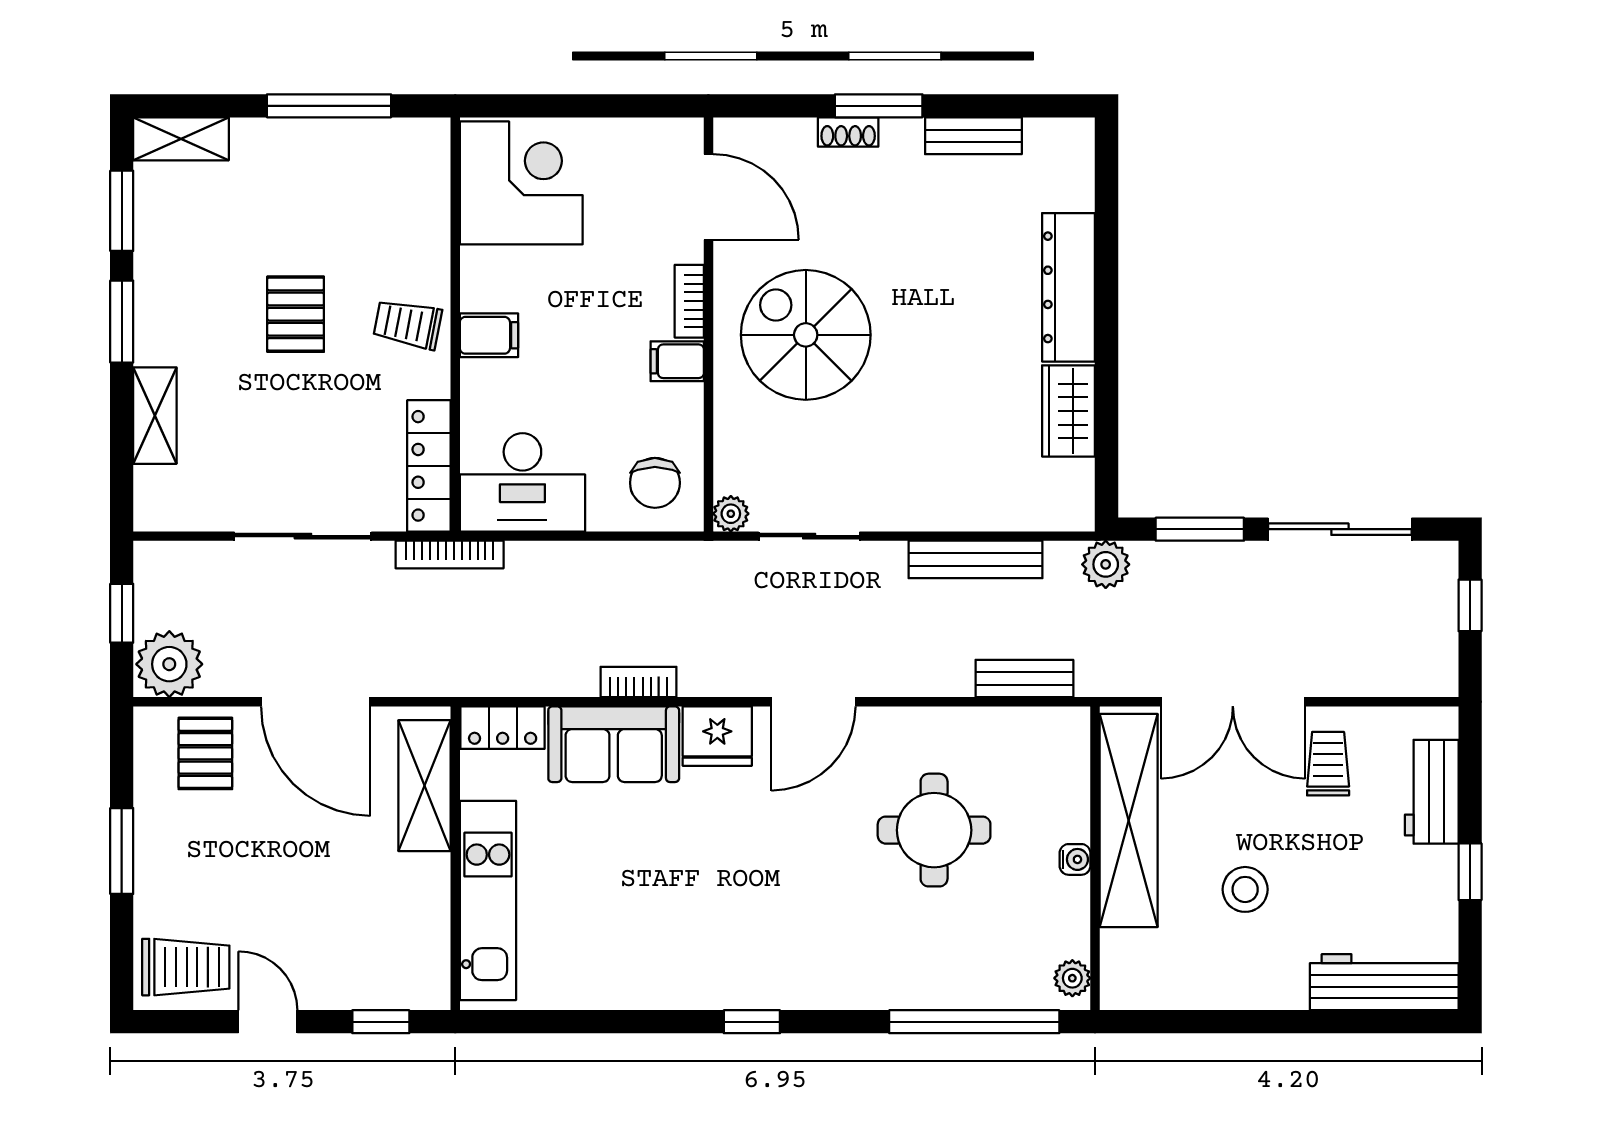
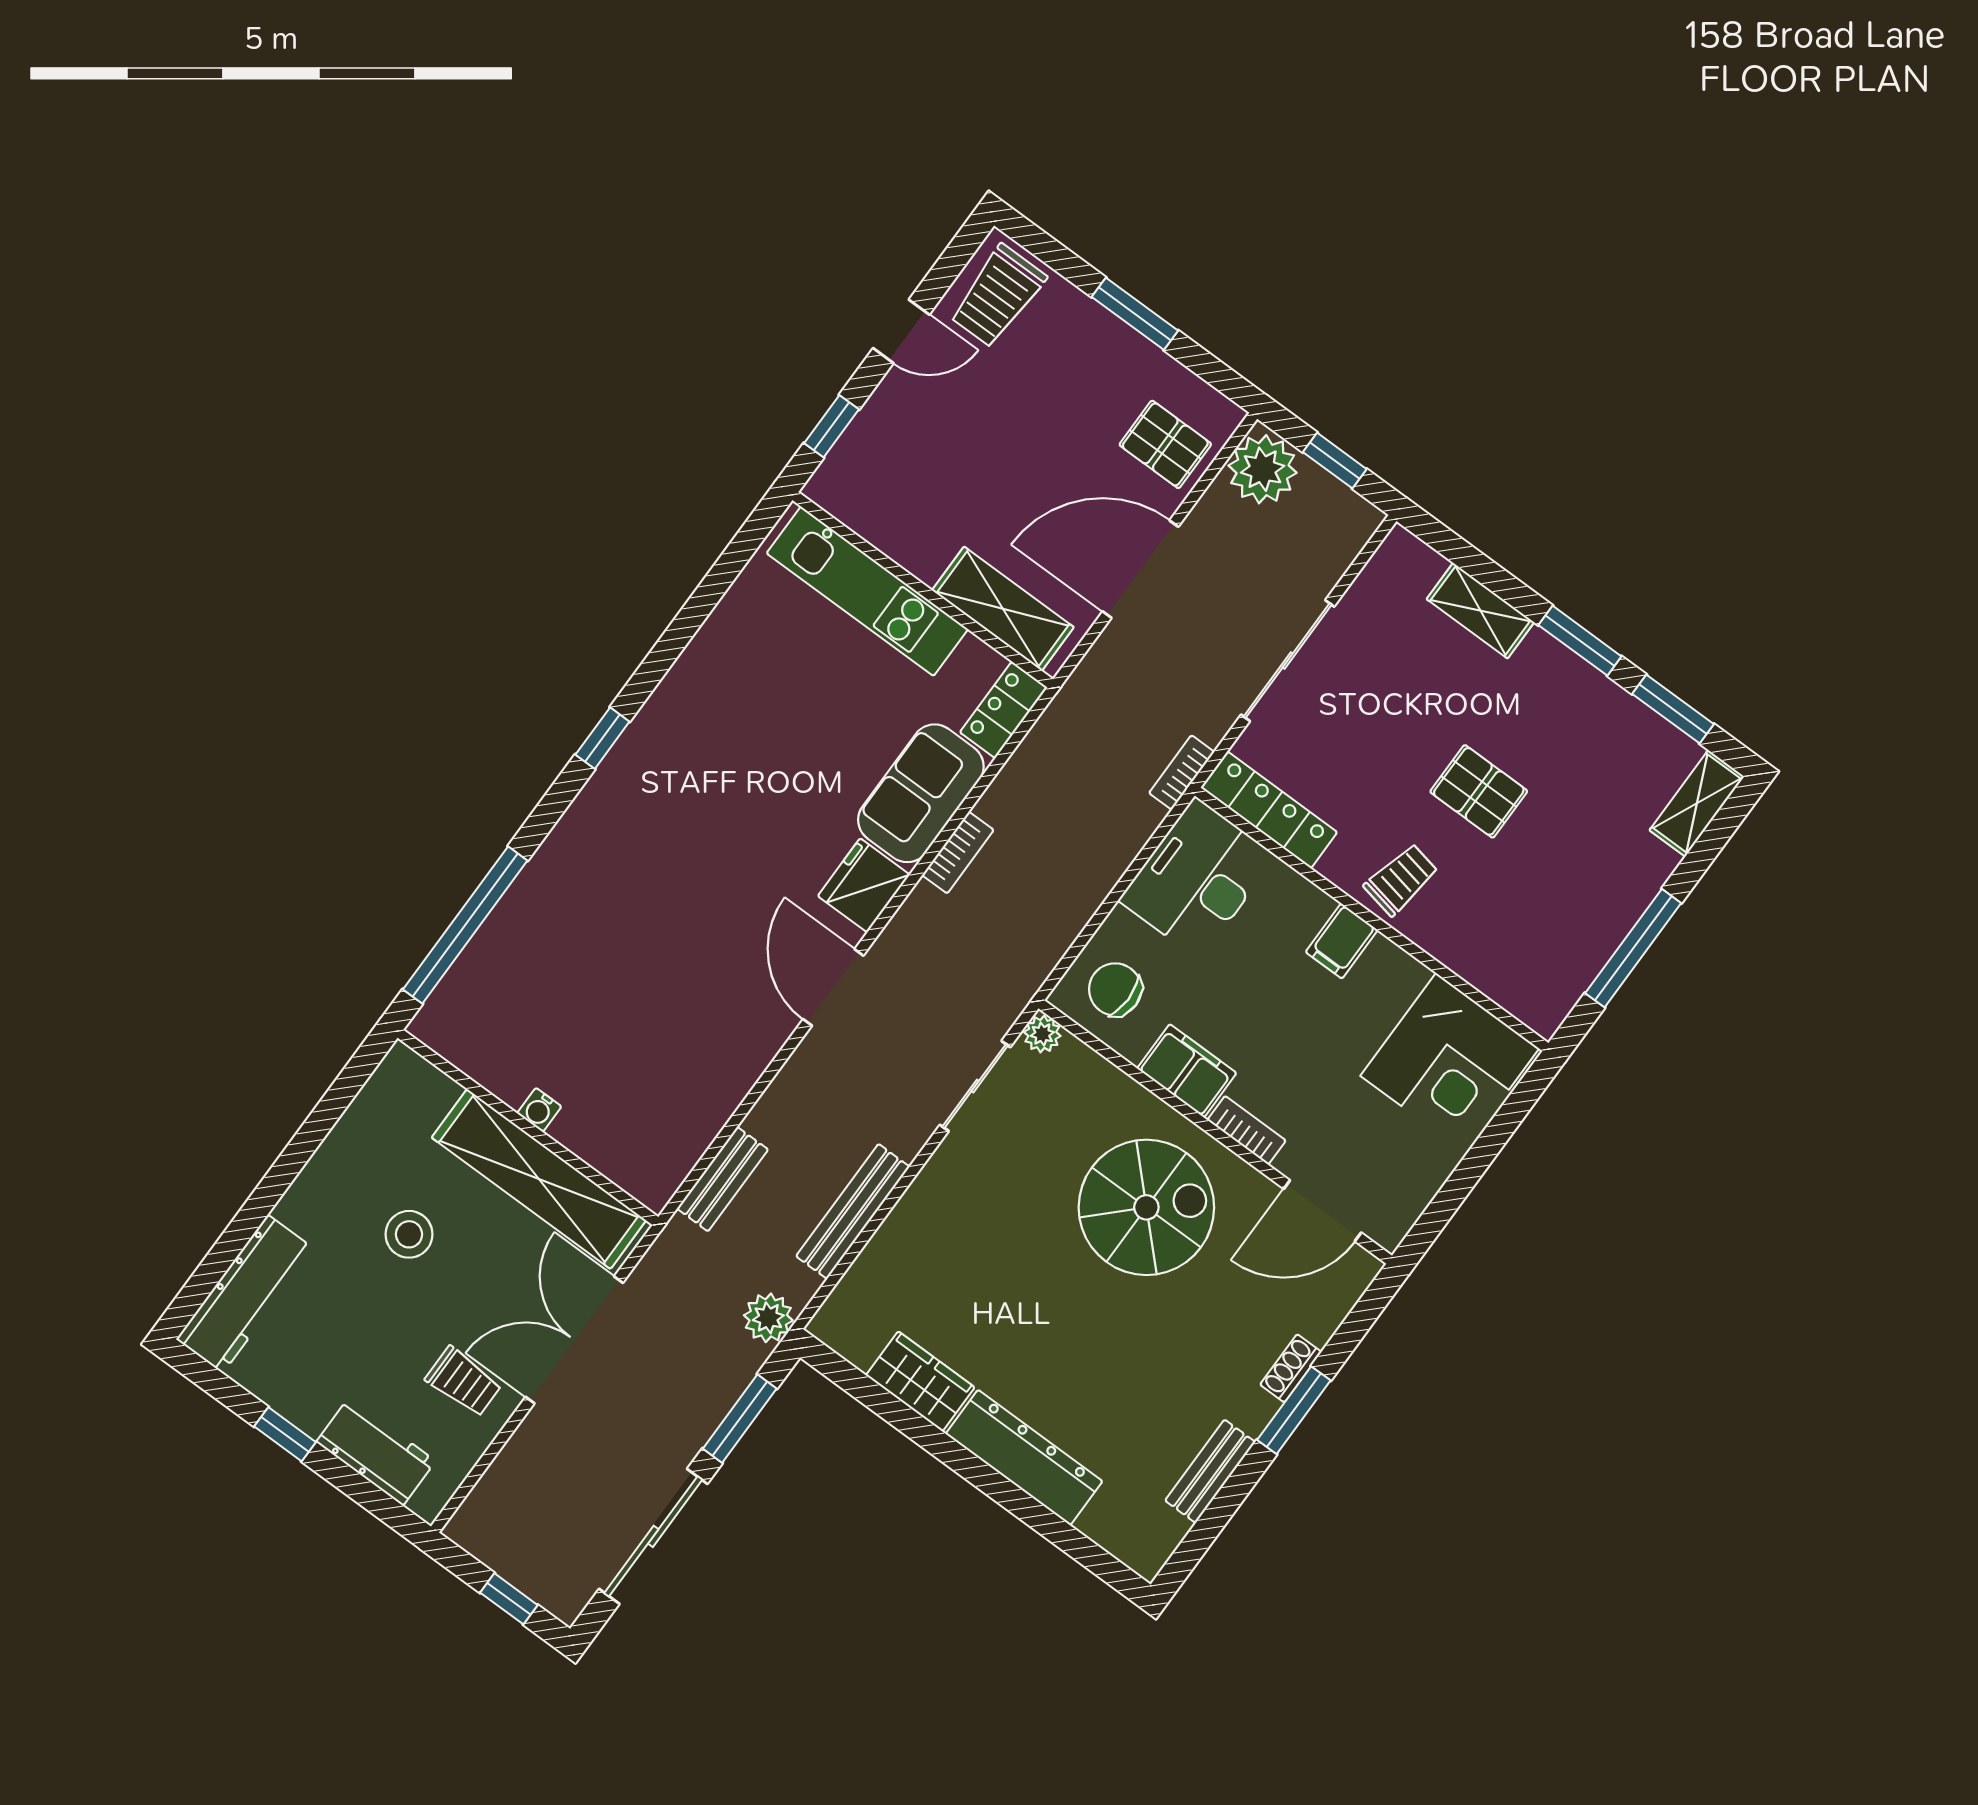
filing cabinet: (677, 361) -> (1187, 1071), width x2.00
bookcase: (450, 555) -> (1182, 772), width x0.64
round table: (934, 830) -> (651, 1010), removed
plant: (1072, 978) -> (441, 1034), removed

